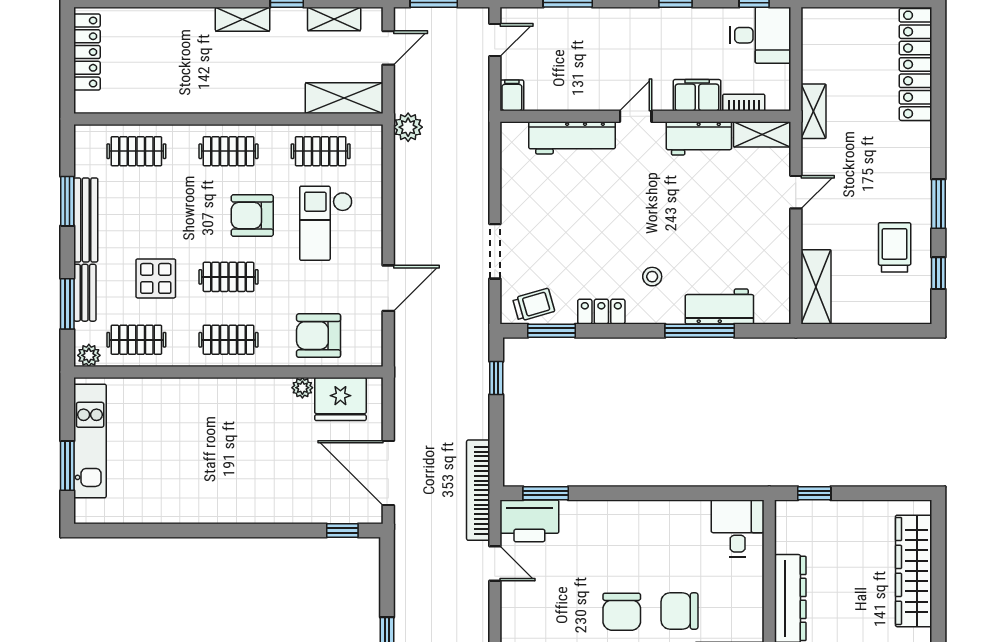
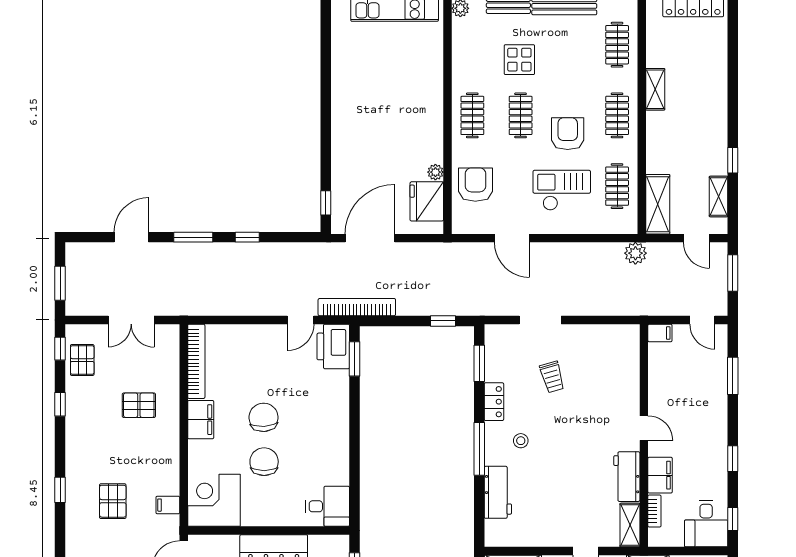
shelving: (243, 19) -> (655, 89), moved
workbench: (572, 138) -> (627, 379), removed
trolley: (534, 305) -> (552, 377), moved
window: (700, 331) -> (479, 449), moved
clothes rail: (136, 340) -> (472, 45), removed
chair: (622, 612) -> (263, 417), turned 86

